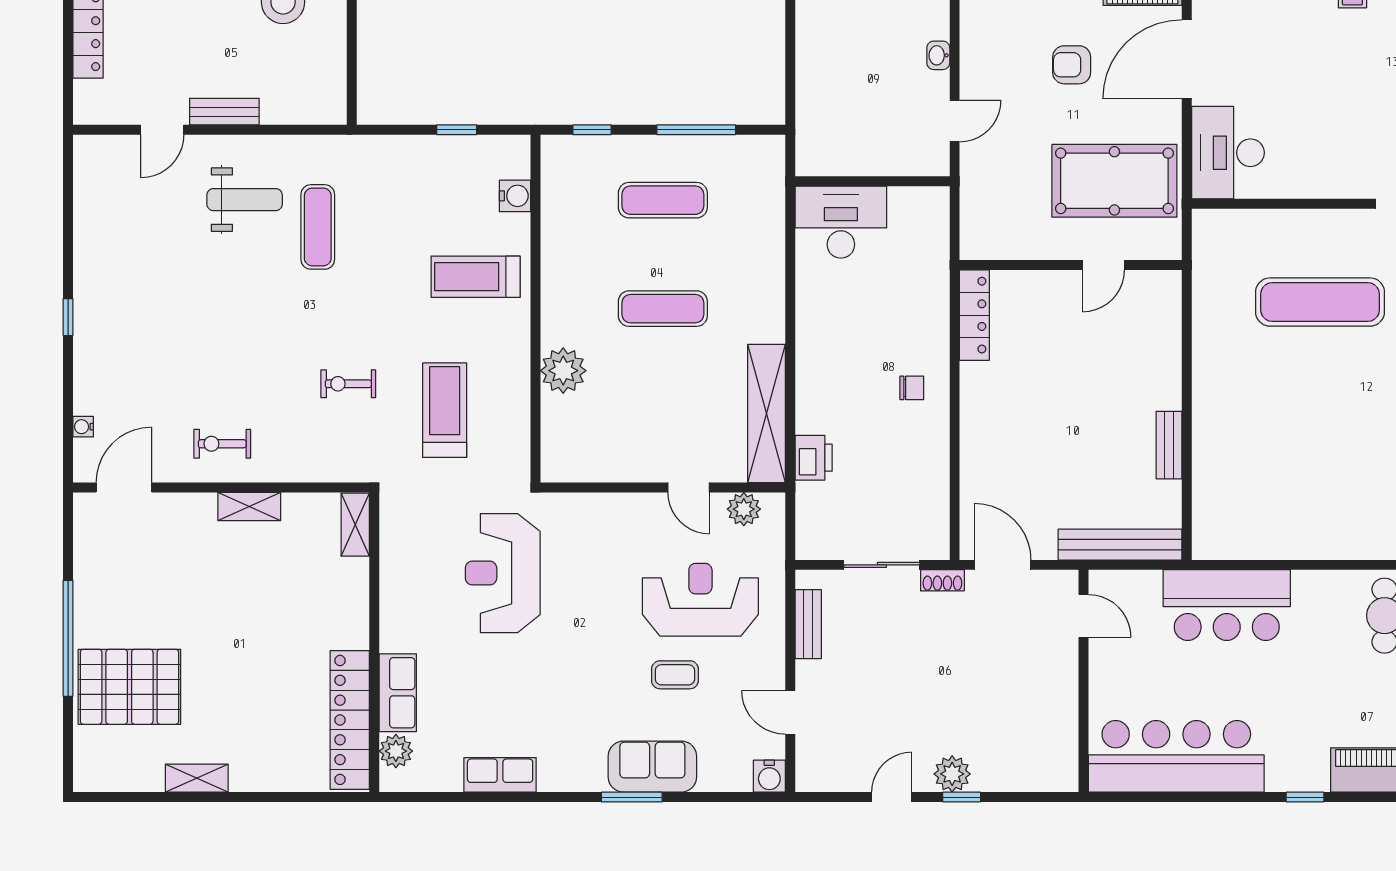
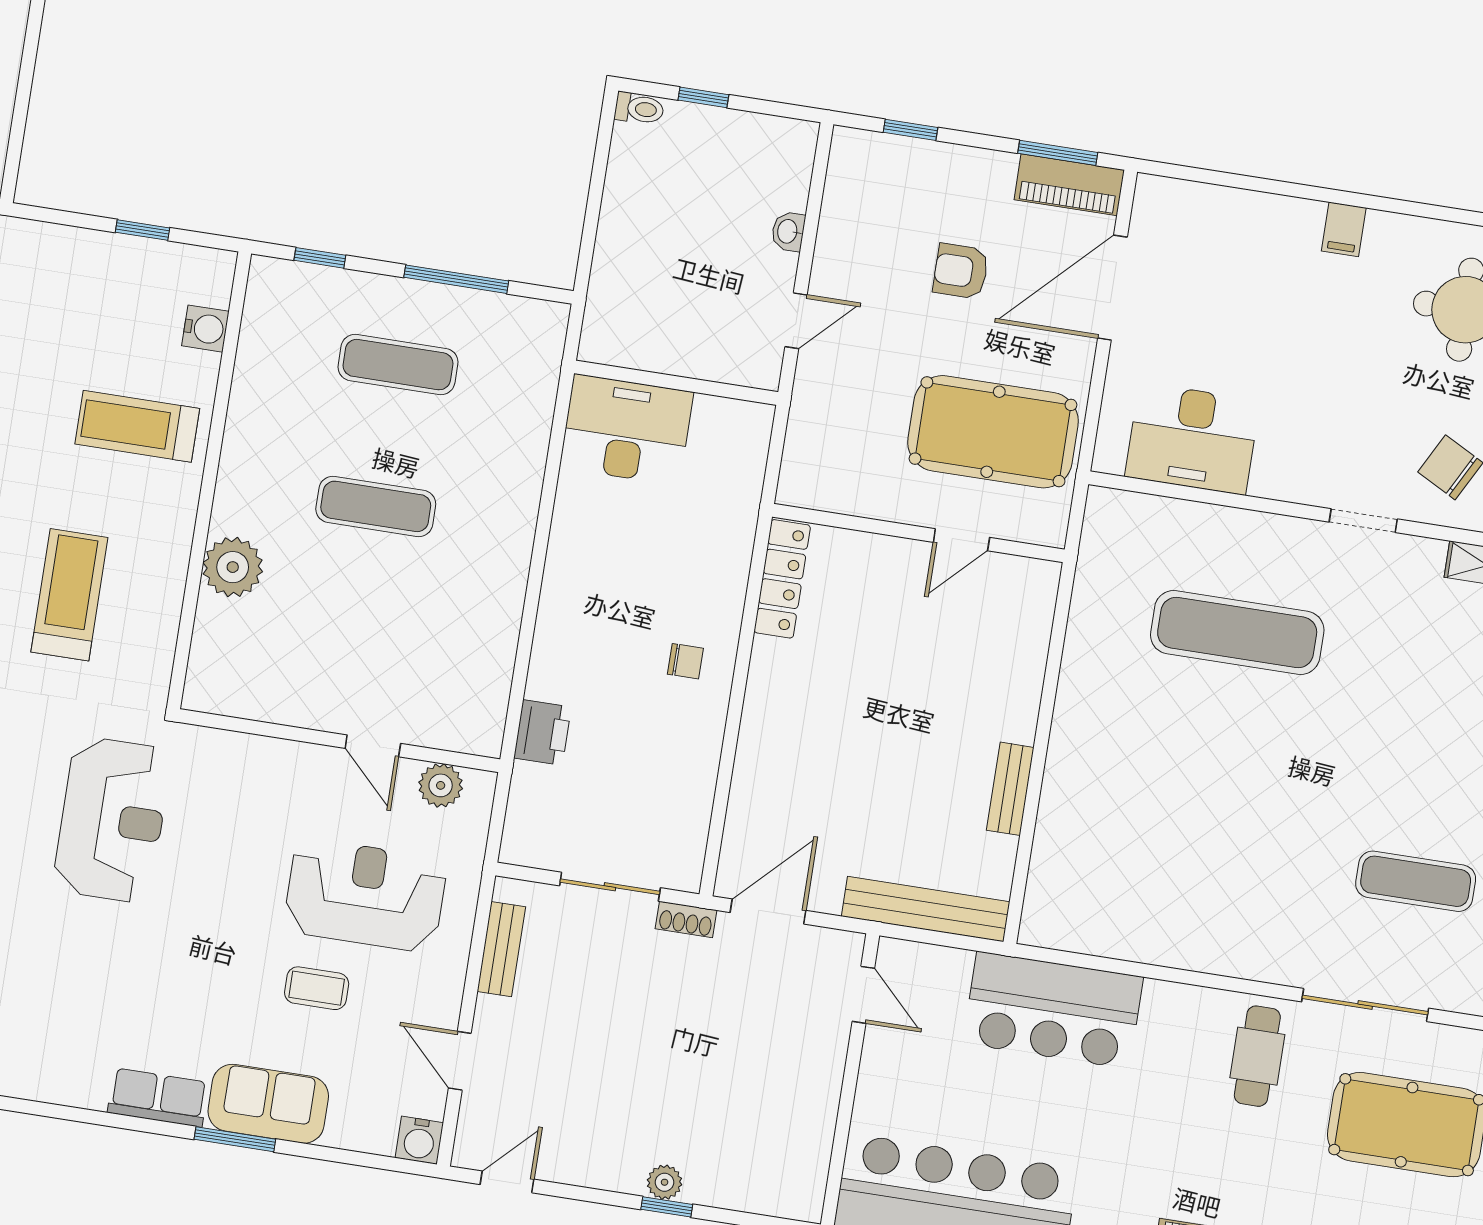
desk: (1228, 153) -> (1192, 439), moved, turned -90
shelving: (766, 414) -> (490, 665), removed
door: (1003, 565) -> (768, 911), hinge flipped
reception desk: (503, 573) -> (112, 820), turned 180
plant: (952, 774) -> (665, 1182), width x0.73, depth x0.73
row of seats: (500, 775) -> (158, 1098), moved
door: (892, 797) -> (507, 1182), moved

